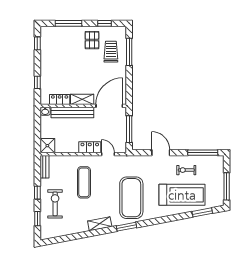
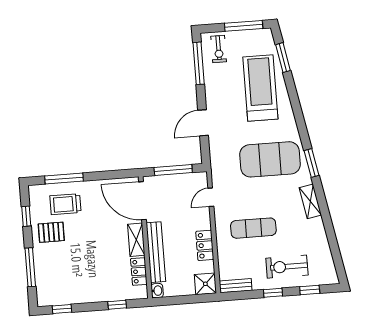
locker: (90, 147) -> (205, 245), moved
exercise bike: (186, 170) -> (219, 49), moved

